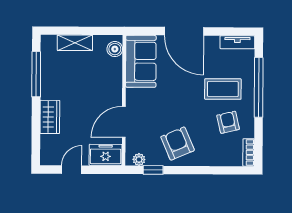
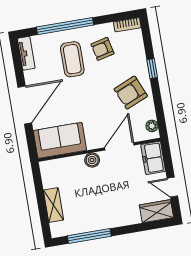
boiler: (115, 49) -> (92, 160), moved
wardrobe: (50, 117) -> (156, 211), moved
door: (124, 122) -> (119, 146), swing flipped
window: (153, 170) -> (152, 69), moved

